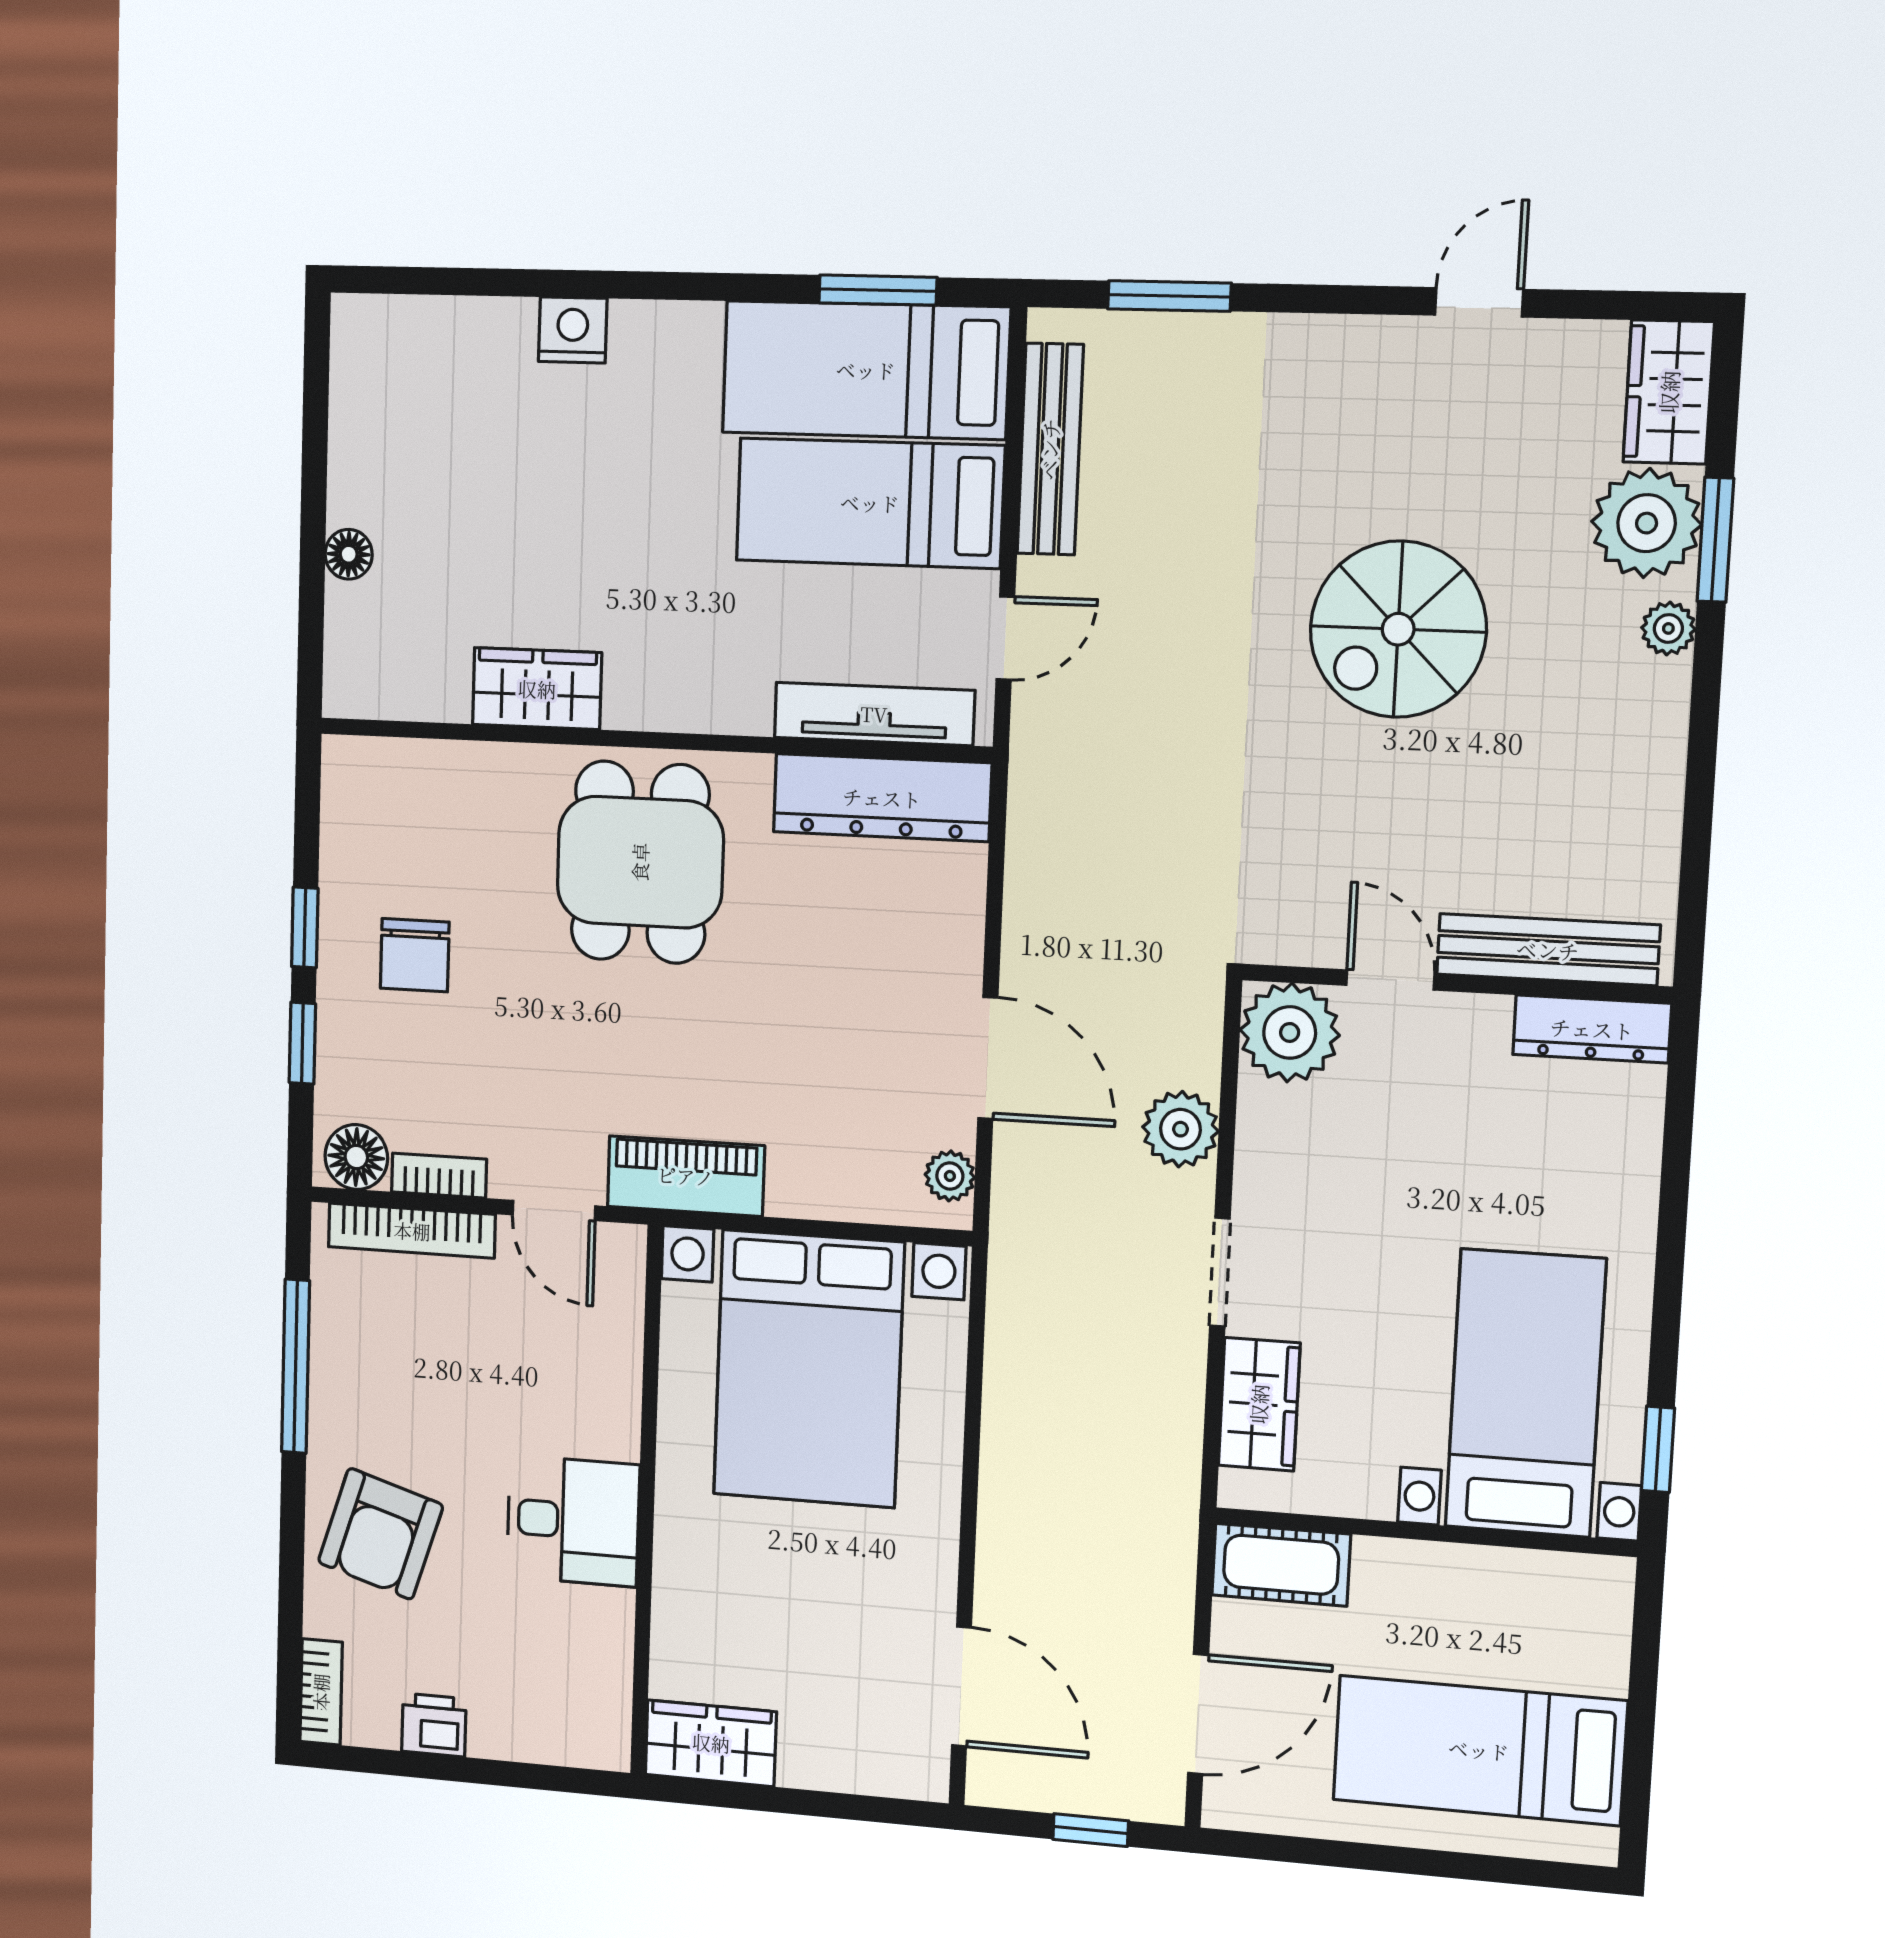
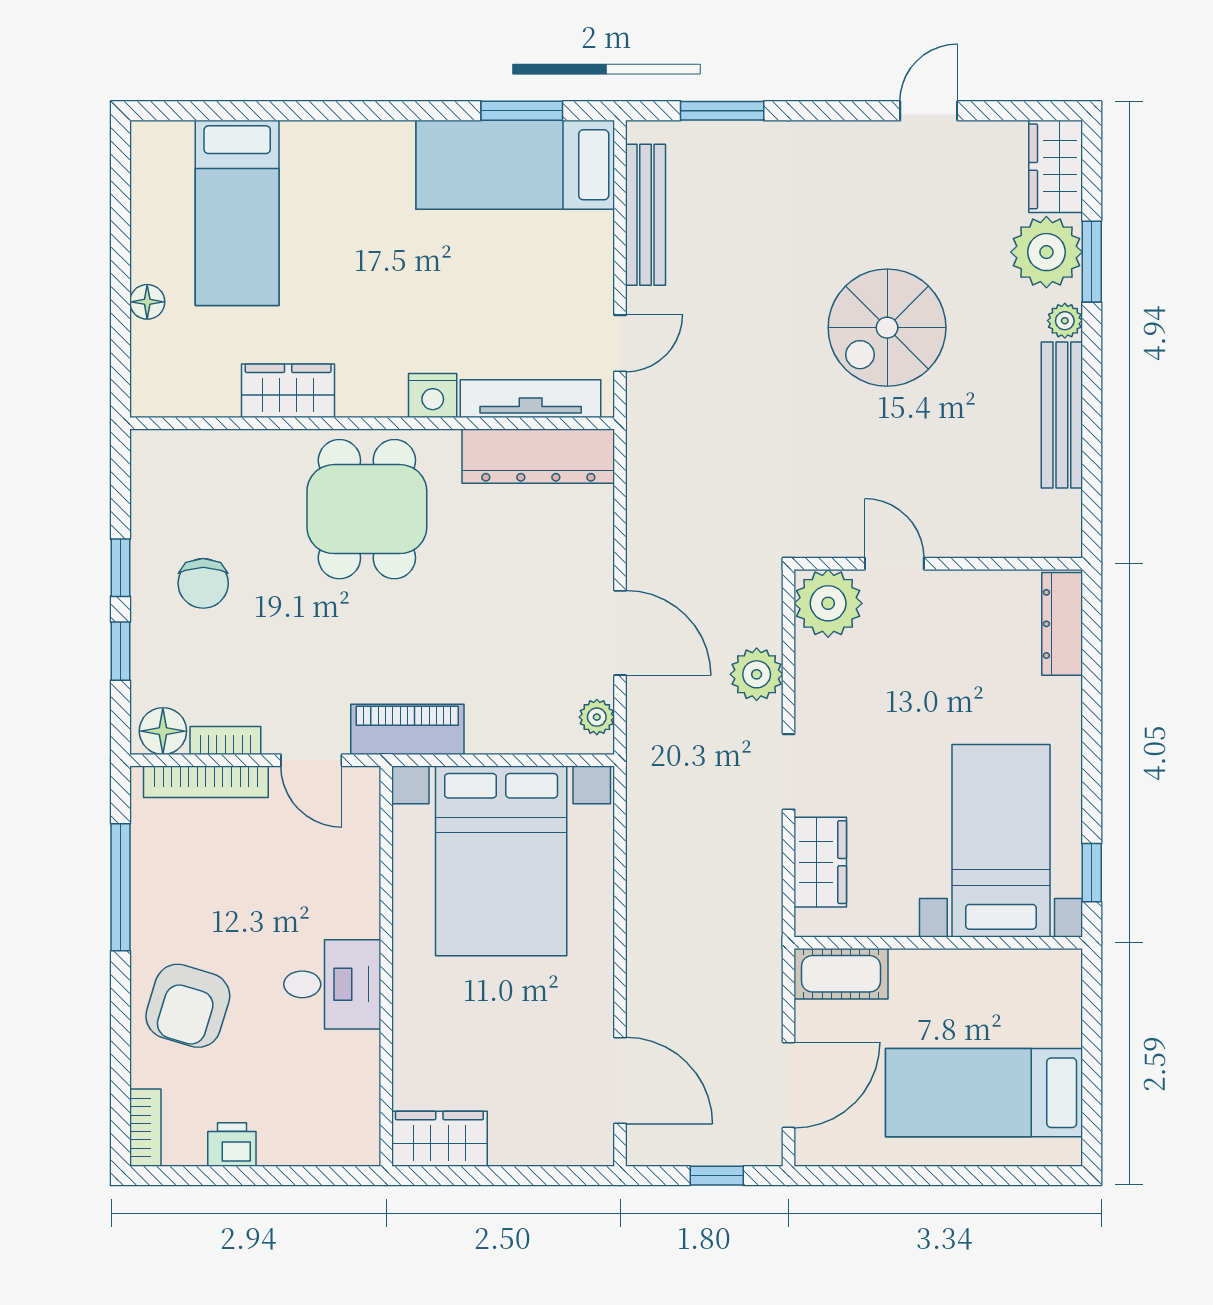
nightstand: (573, 330) -> (433, 396), moved, turned 180
bed: (870, 503) -> (237, 213), moved, turned -90
bench: (1548, 950) -> (1062, 415), moved, turned 90
dresser: (1592, 1029) -> (1062, 624), moved, turned 90

